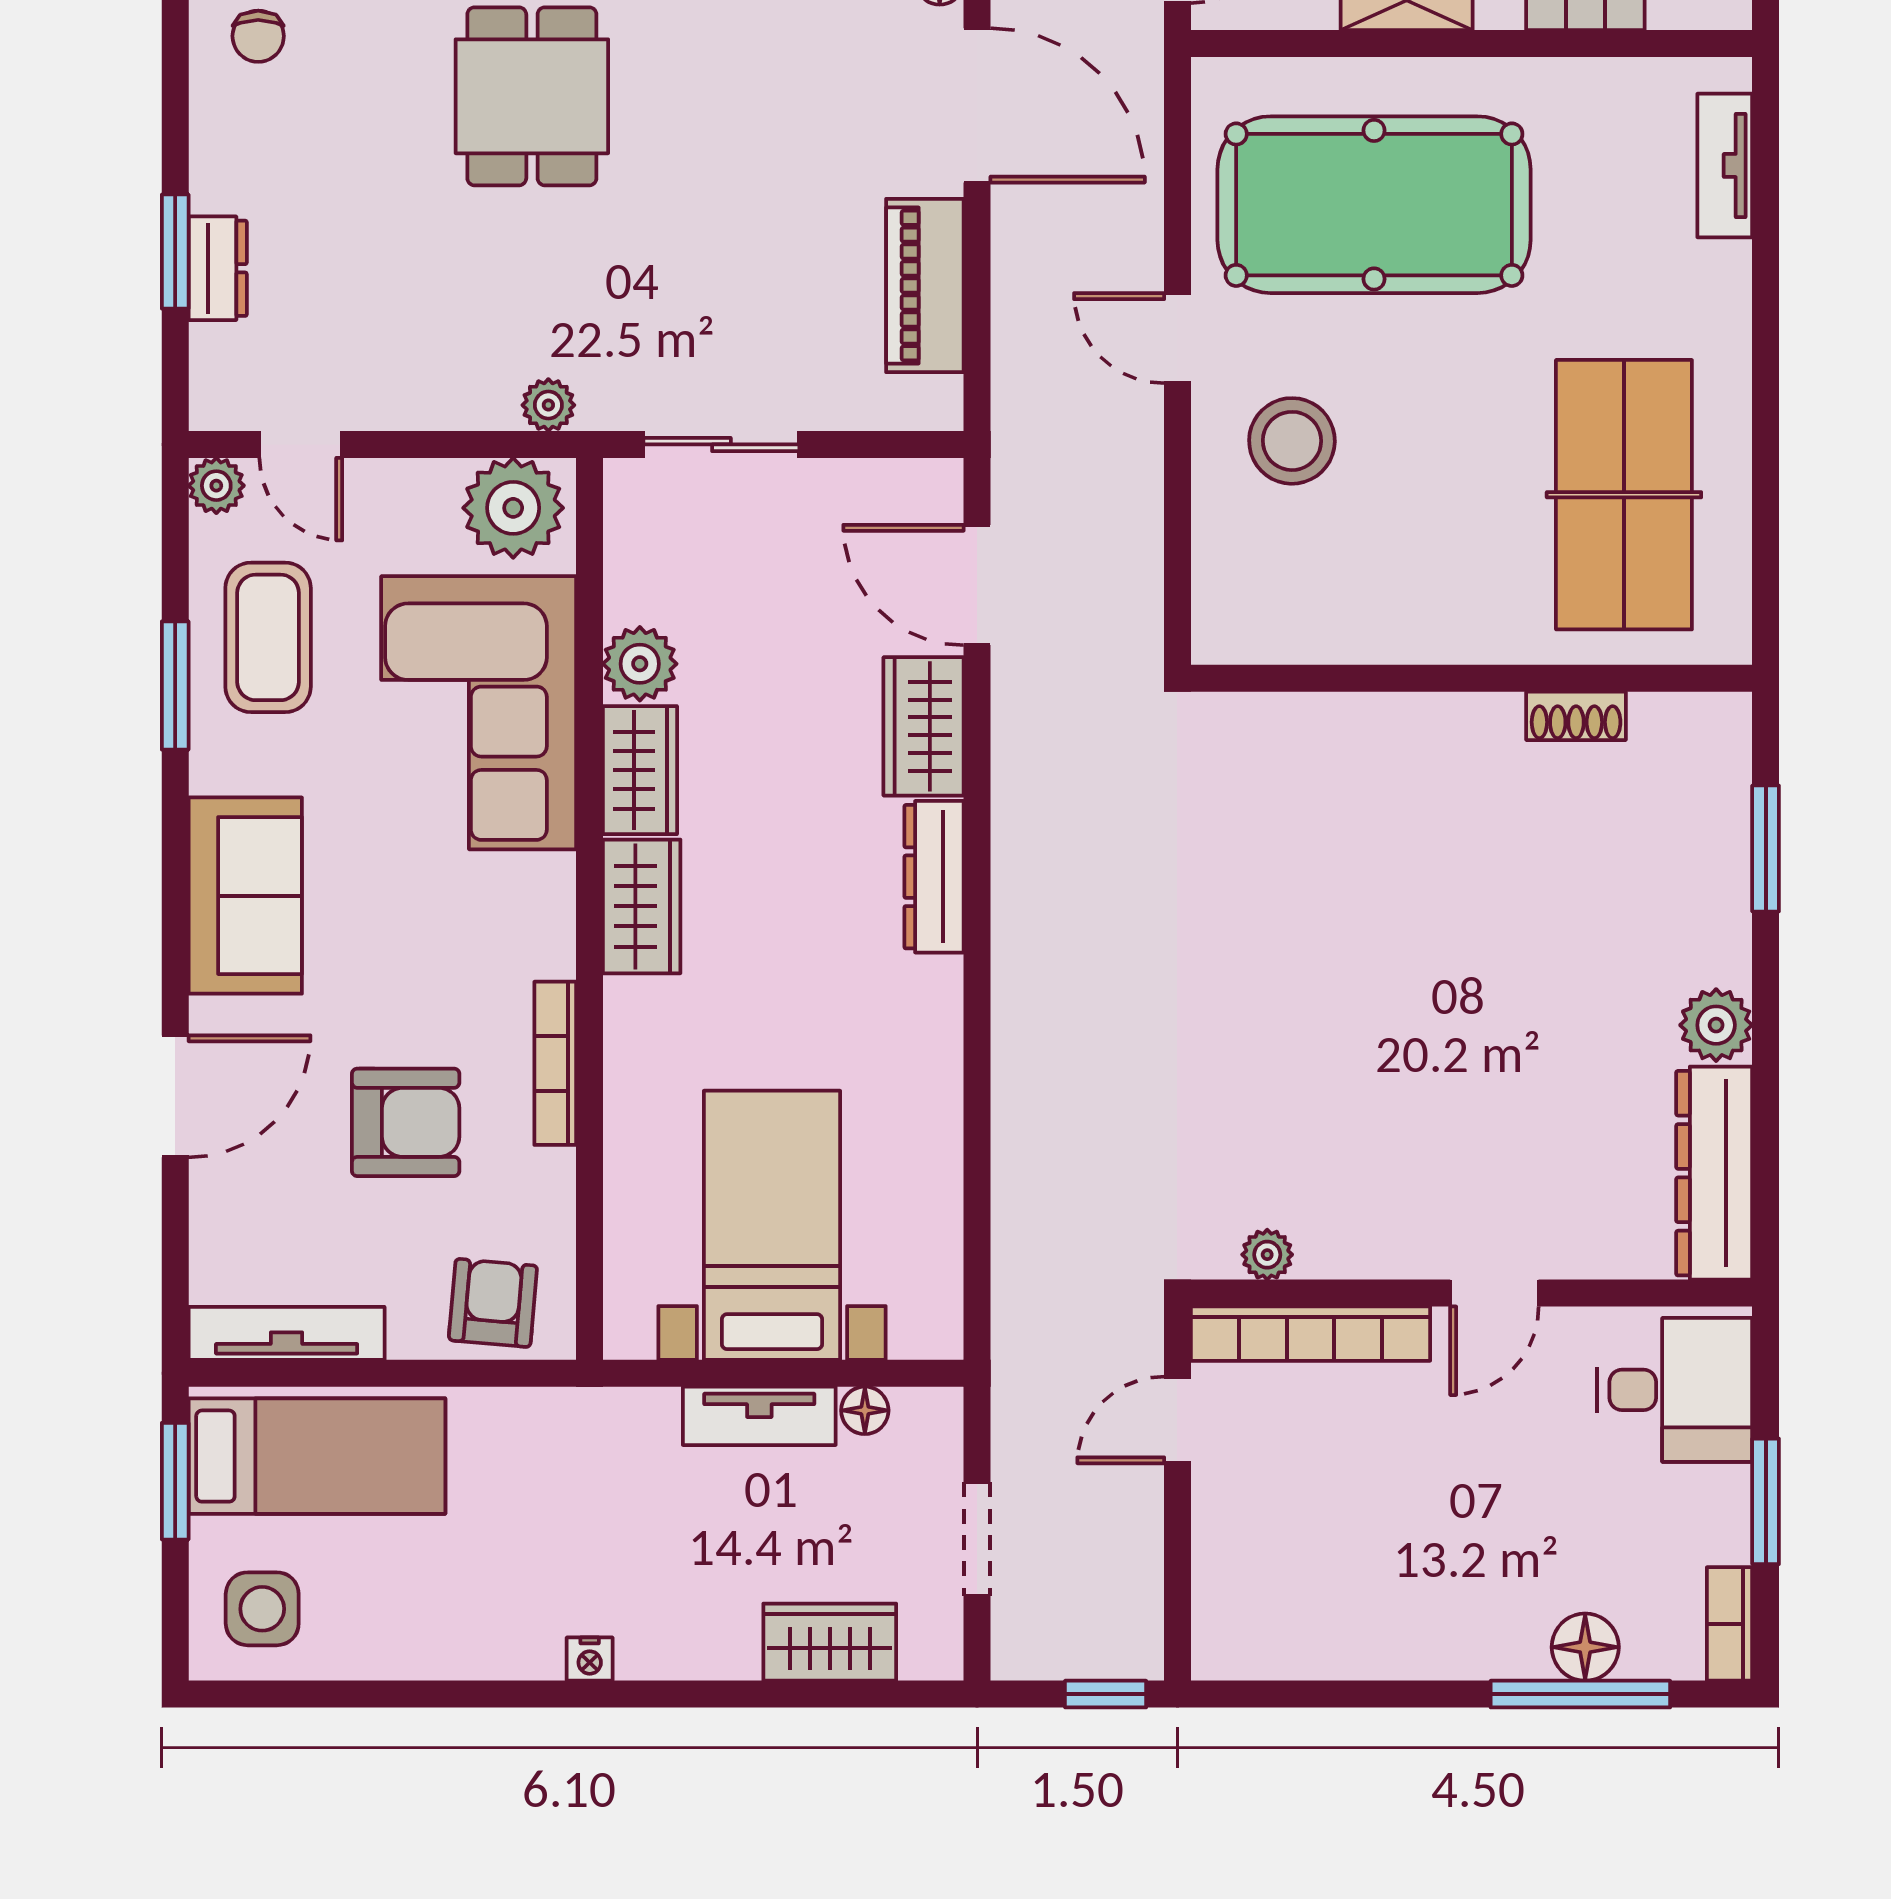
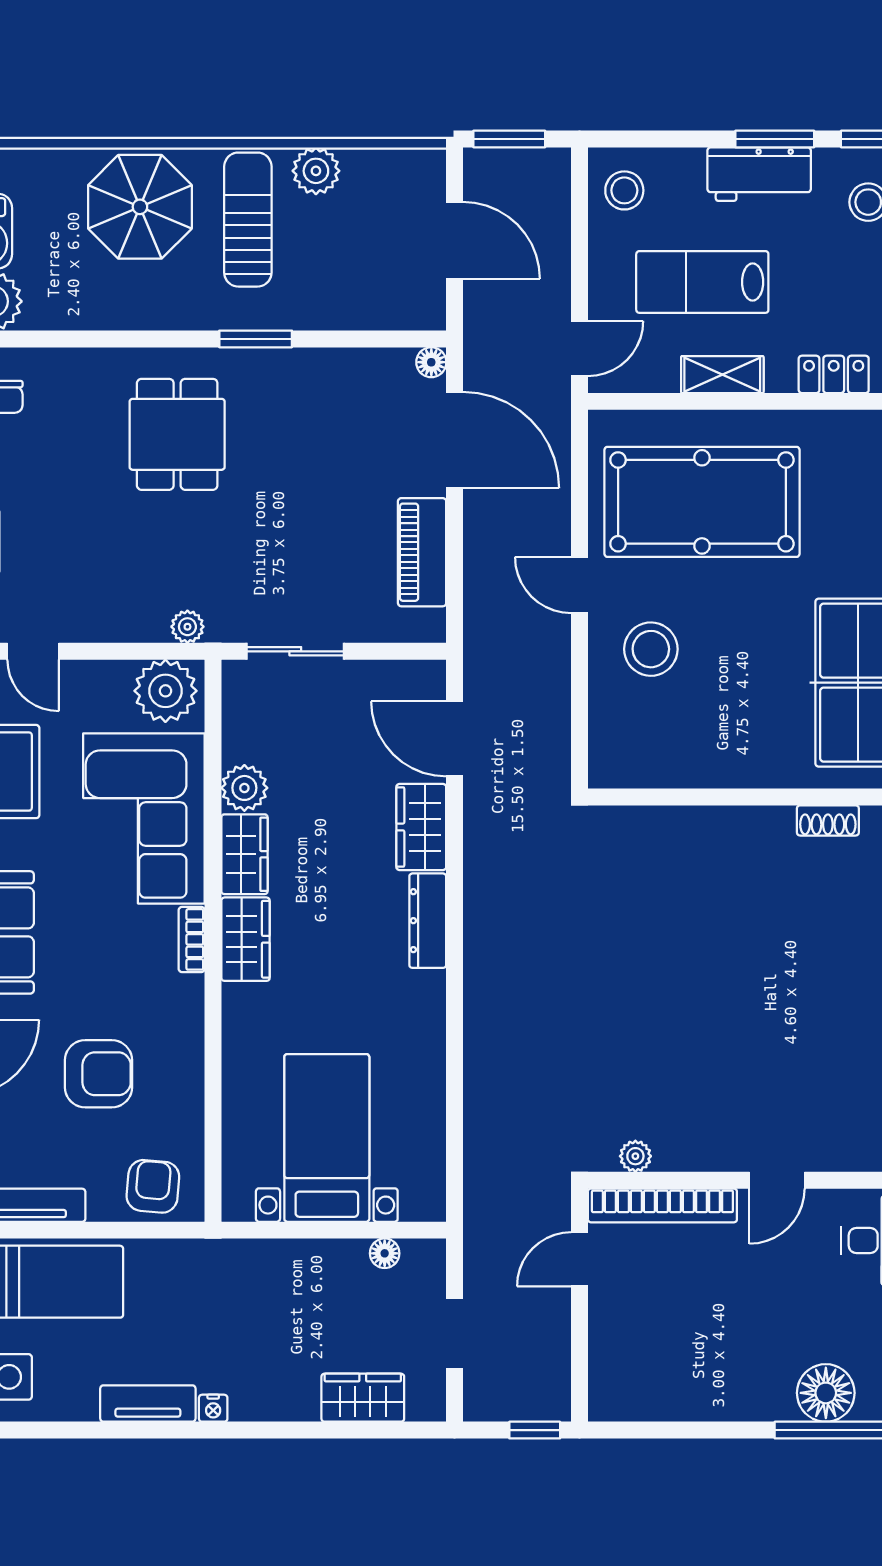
bookcase: (555, 1063) -> (192, 939), moved, width x0.64
tv unit: (759, 1416) -> (148, 1404), moved, turned 180
floor lamp: (1585, 1647) -> (826, 1393), width x1.38, depth x1.38

